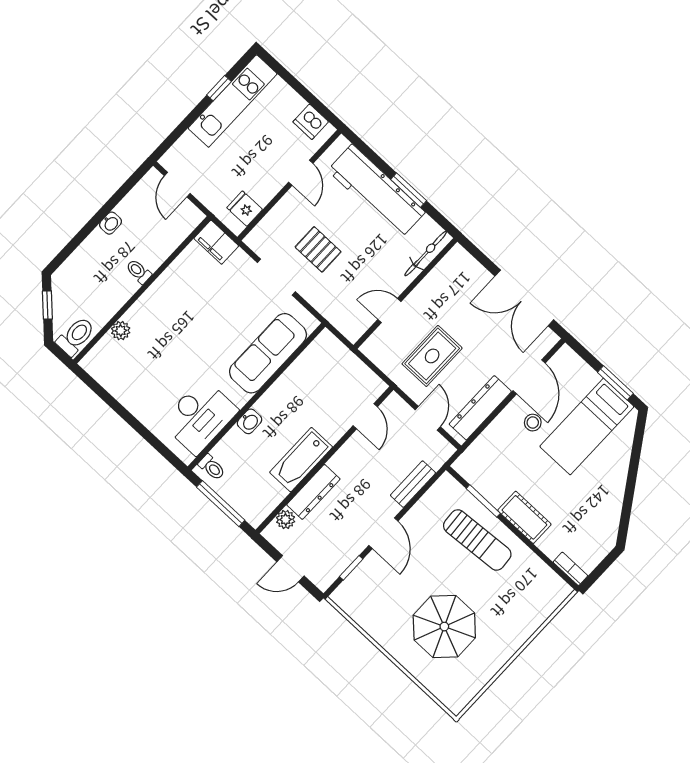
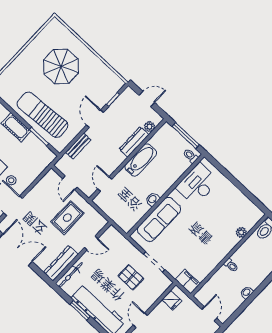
dresser: (480, 408) -> (61, 263), moved, turned 180
washbasin: (250, 421) -> (153, 199), moved
sun lounger: (477, 540) -> (42, 115), width x1.36, depth x1.34

